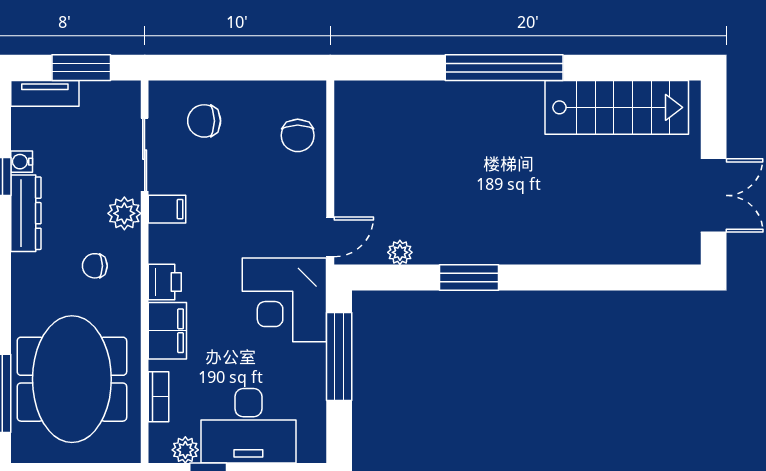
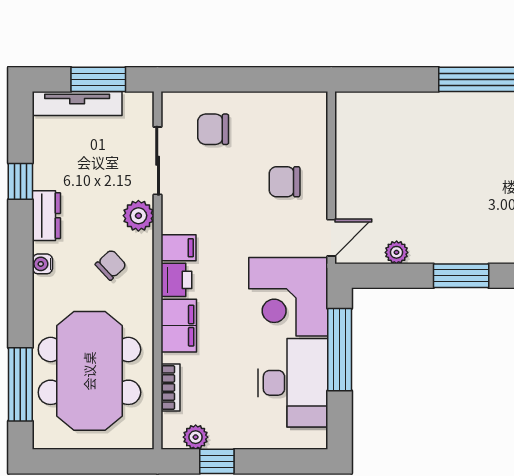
tv unit: (45, 93) -> (77, 103), width x1.41
chair: (298, 135) -> (285, 182), moved, turned 90
water cooler: (22, 162) -> (42, 264), moved
filing cabinet: (167, 209) -> (179, 248), moved
dresser: (26, 213) -> (46, 216), width x0.70
chair: (95, 266) -> (111, 265), turned 137
desk: (248, 426) -> (293, 383), moved, turned -90

